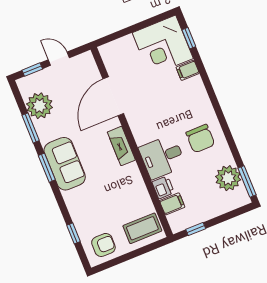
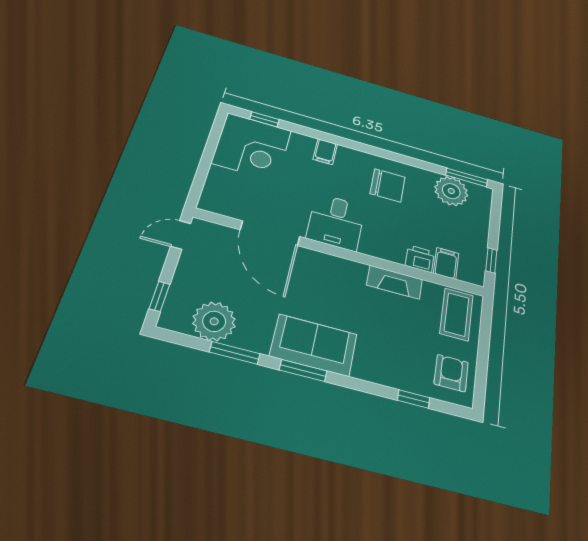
door: (59, 59) -> (181, 235), moved
filing cabinet: (188, 70) -> (325, 152), moved
fireplace: (121, 146) -> (395, 282), moved
desk: (162, 157) -> (336, 222), moved

